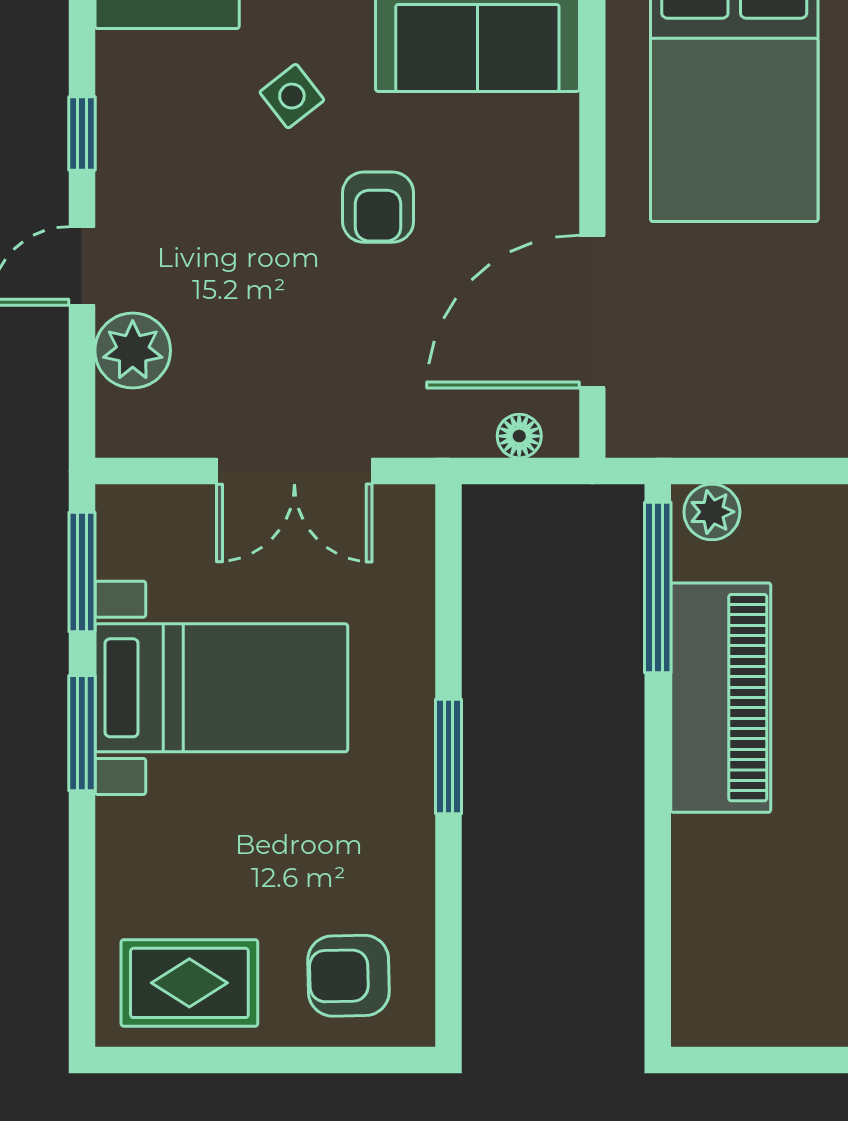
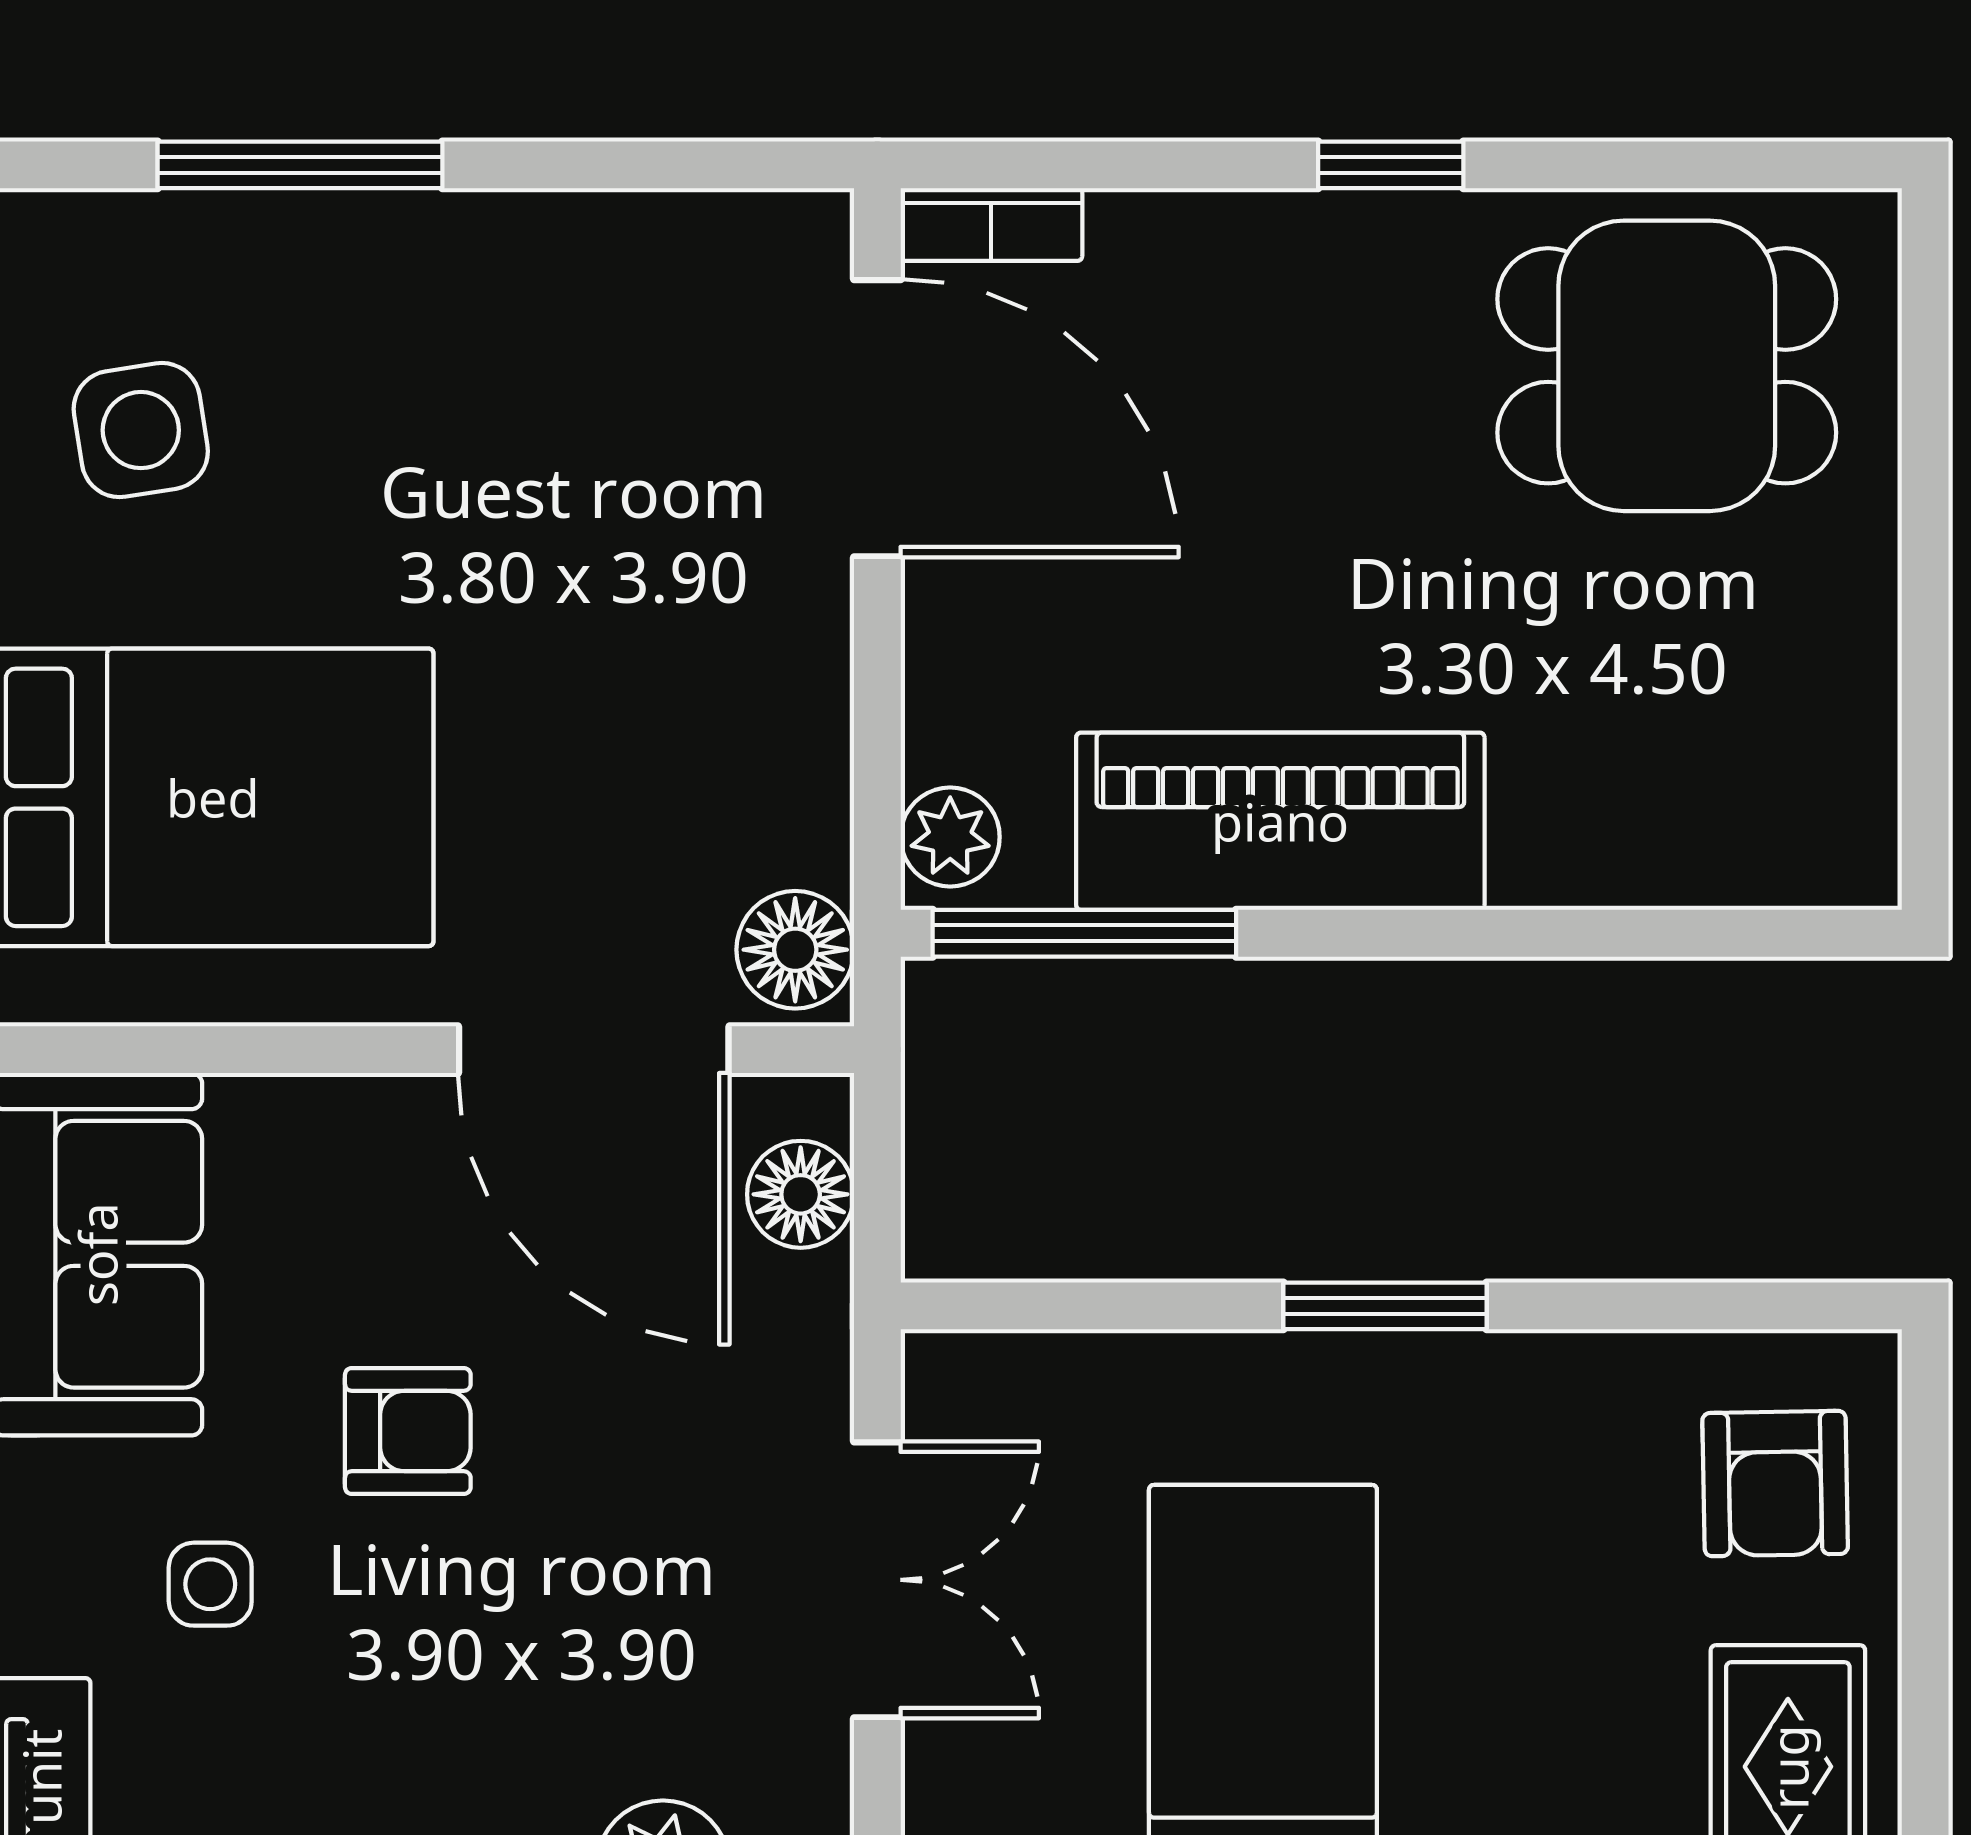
side table: (292, 96) -> (210, 1584), turned 38
floor lamp: (649, 425) -> (795, 950), added
floor lamp: (519, 436) -> (801, 1194), width x1.37, depth x1.37

